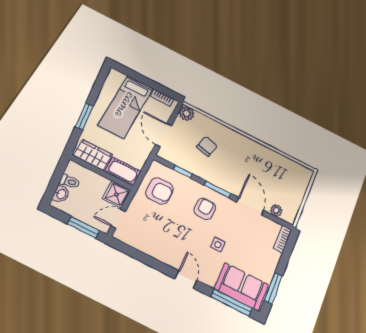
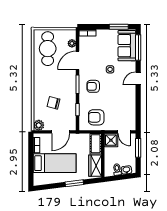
cafe table: (282, 176) -> (48, 49), added
armchair: (159, 191) -> (96, 117), turned -90

